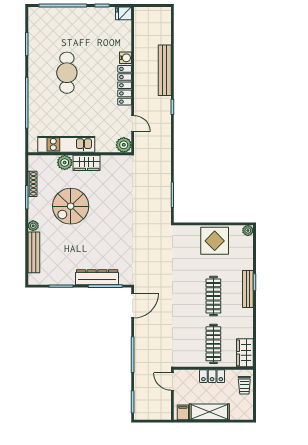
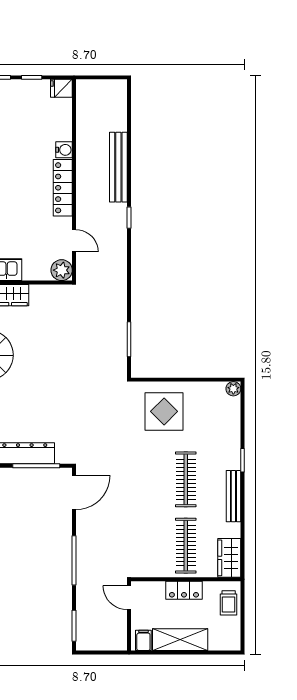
display table: (215, 241) -> (164, 411), moved
bench: (248, 289) -> (233, 496), moved

